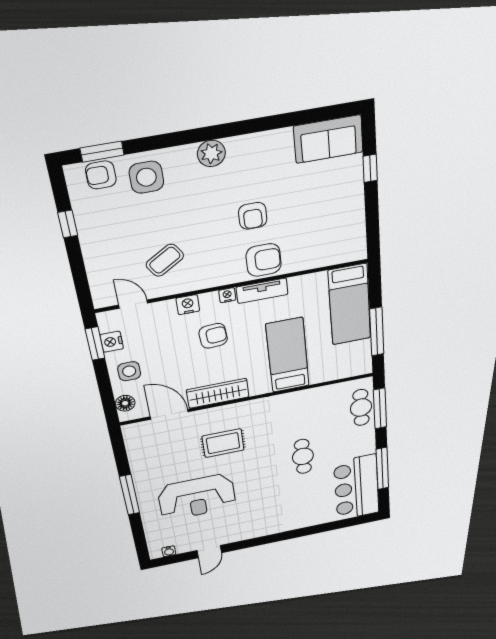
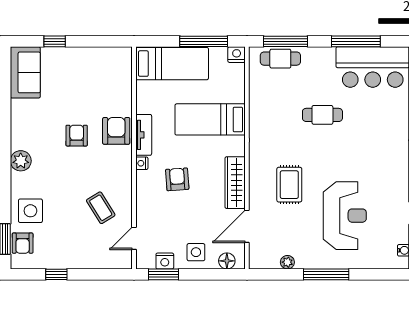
armchair: (253, 216) -> (77, 136), turned -90
nightstand: (188, 305) -> (237, 55), moved, turned 90
plant: (136, 459) -> (287, 262), added

